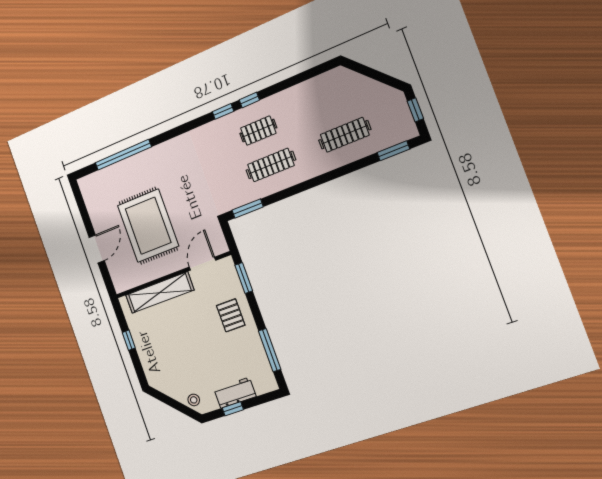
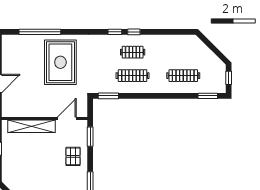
rug: (148, 226) -> (60, 62), moved

